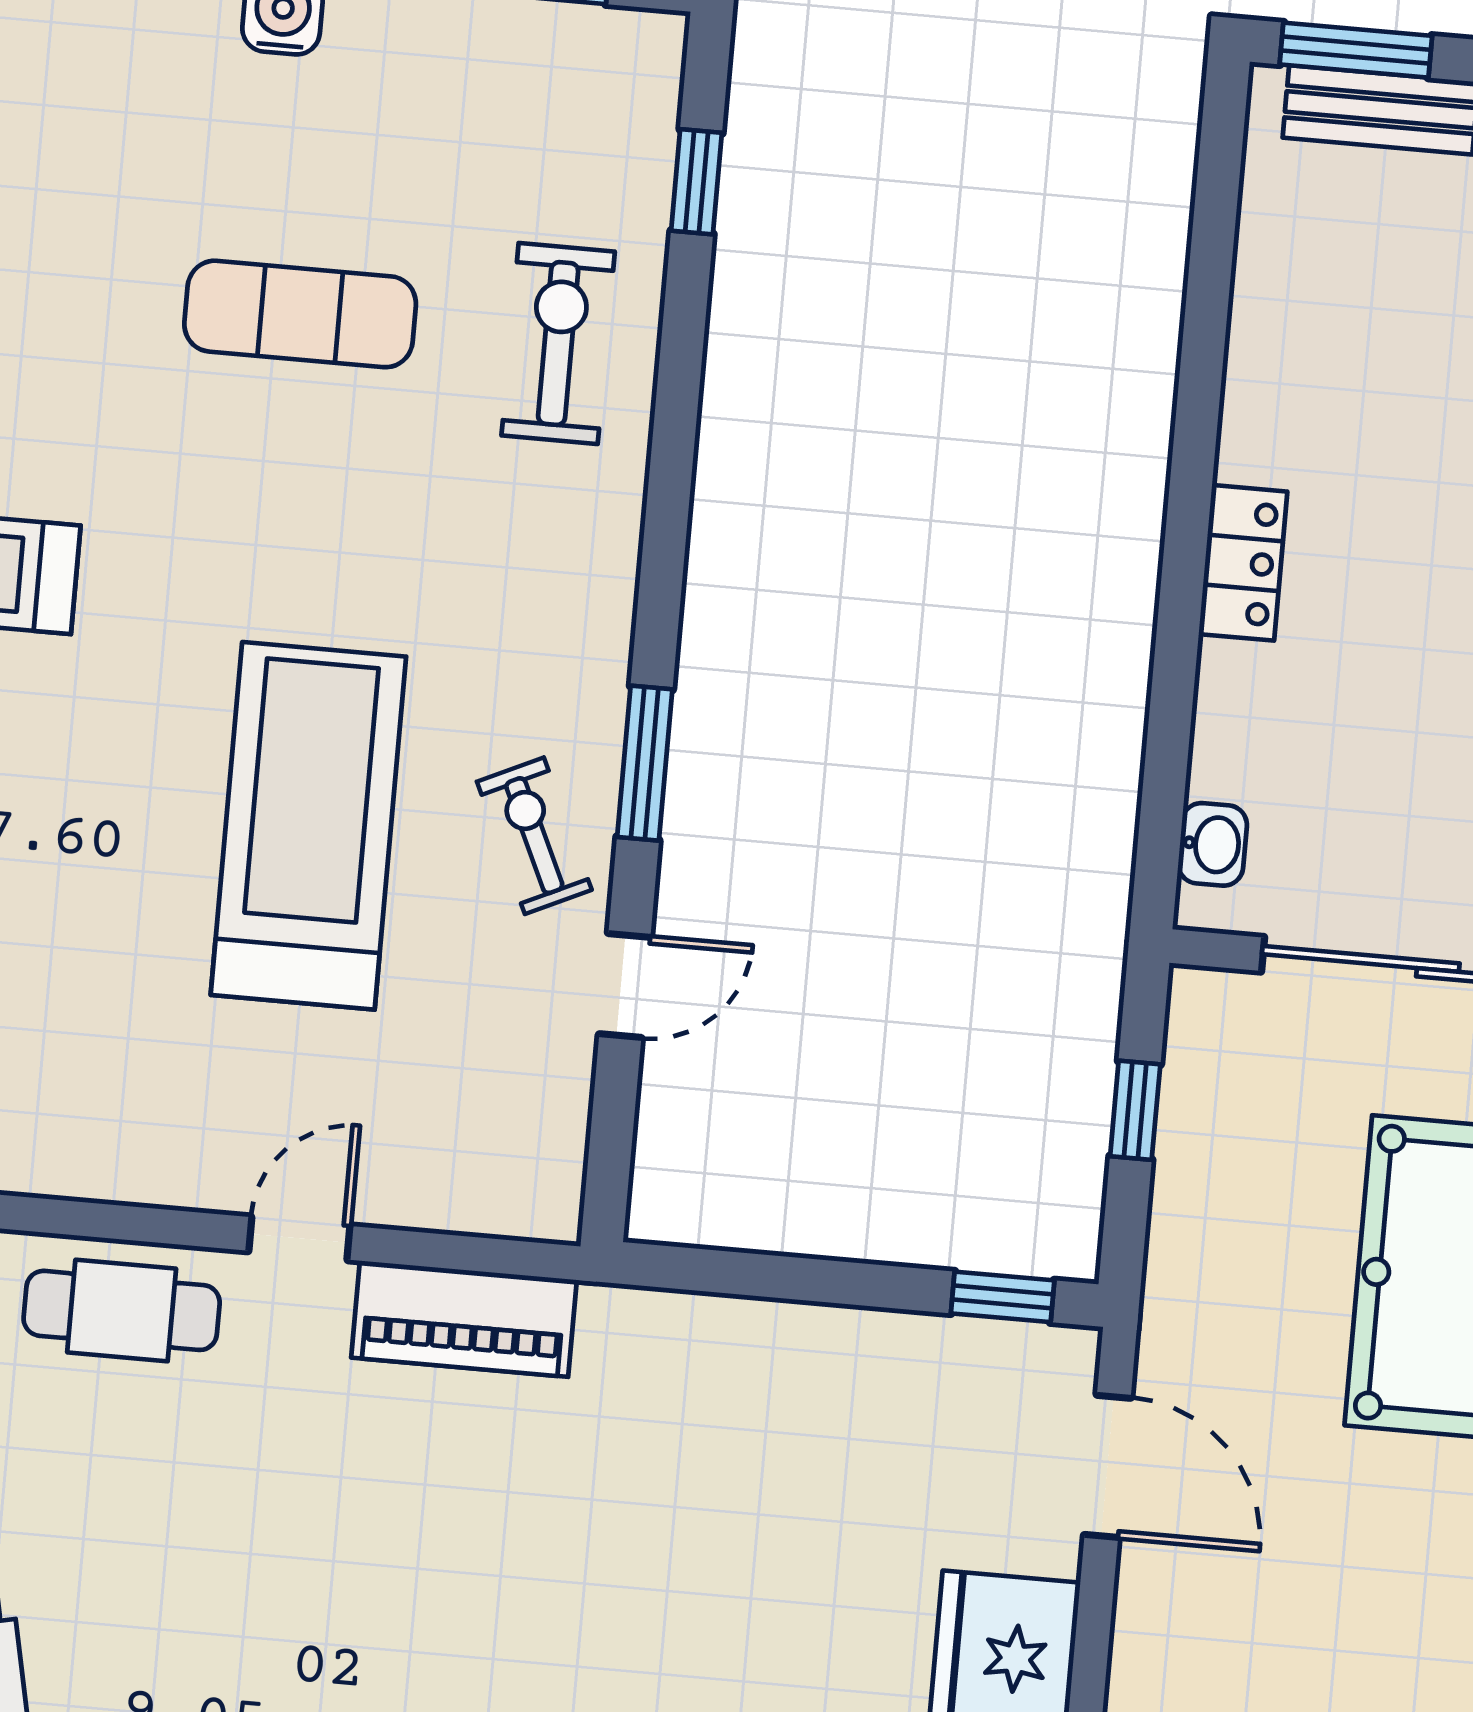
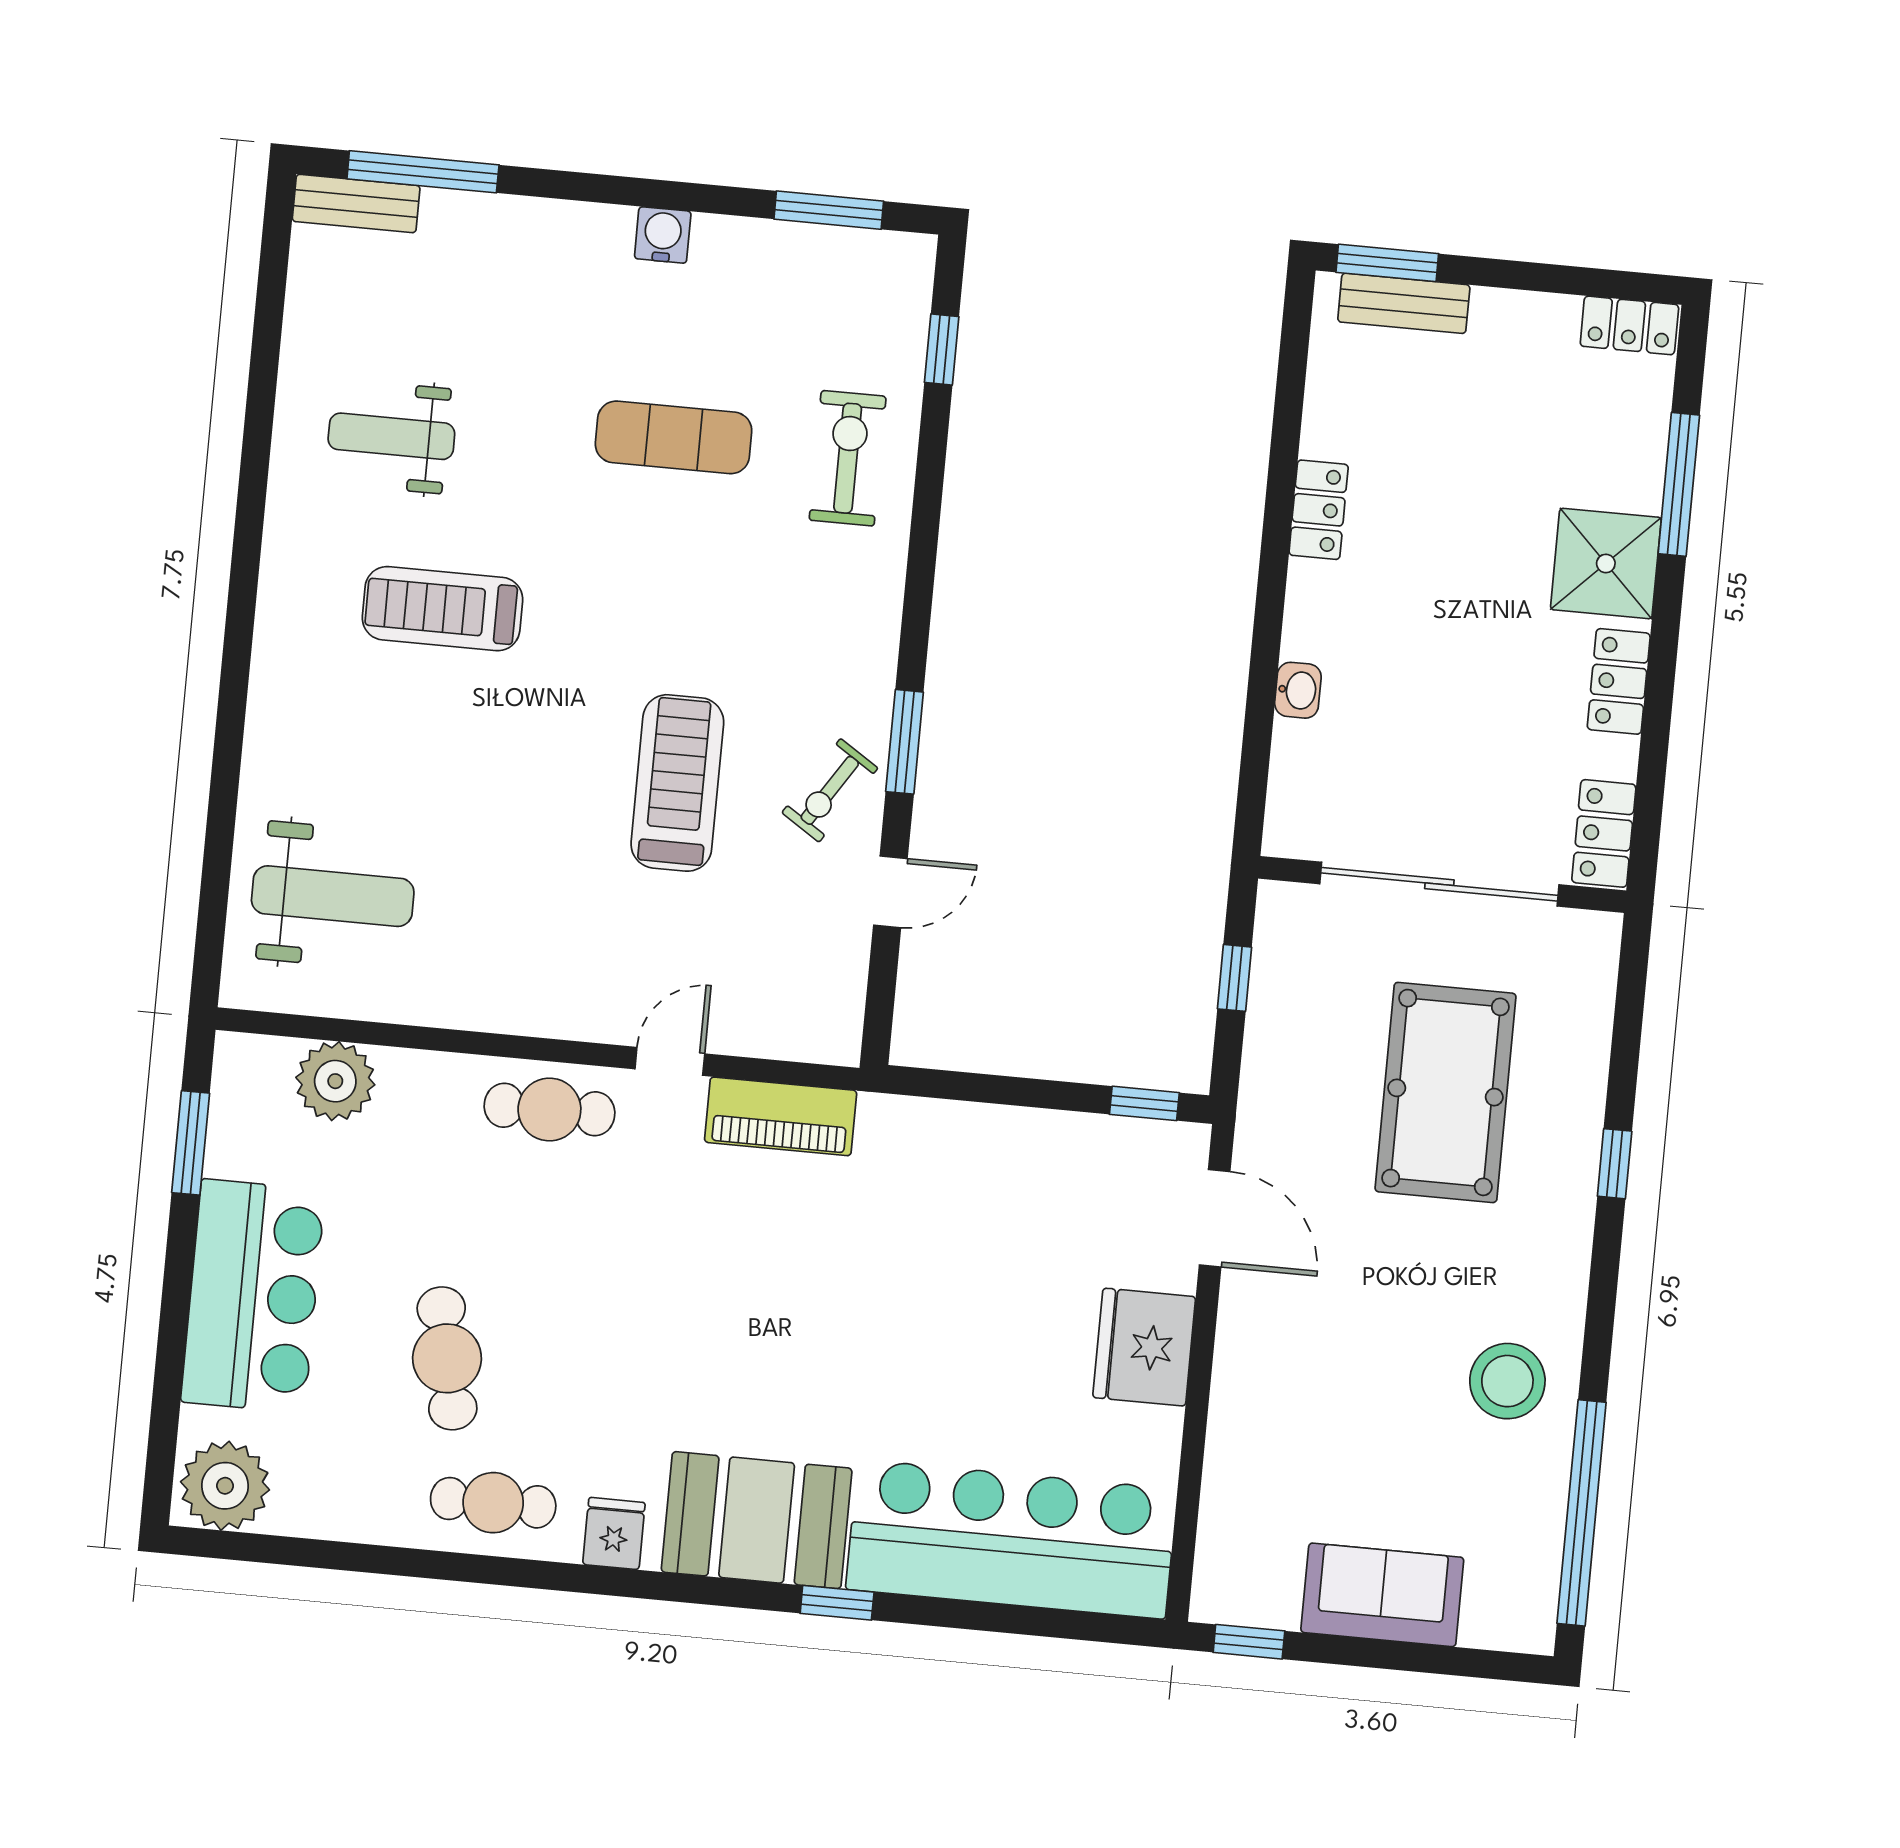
locker: (1243, 563) -> (1319, 510), moved
treadmill: (308, 826) -> (677, 783), width x0.73, depth x0.73
exercise bike: (534, 836) -> (830, 790), turned -122
washbasin: (1213, 844) -> (1298, 690), moved

